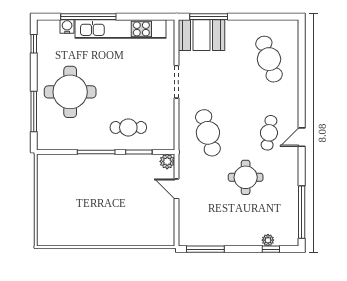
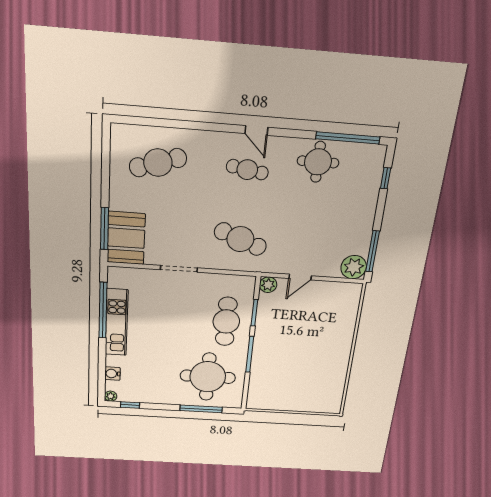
window: (88, 17) -> (103, 310), moved
plant: (42, 25) -> (111, 396), added
kitchen unit: (120, 29) -> (117, 322), width x0.73
round table: (70, 92) -> (208, 377), moved
cafe table: (128, 127) -> (226, 321), width x1.37, depth x1.35
cafe table: (208, 133) -> (240, 239), turned 36
round table: (246, 177) -> (318, 162), moved
plant: (268, 240) -> (354, 267), moved, width x1.88, depth x1.88

